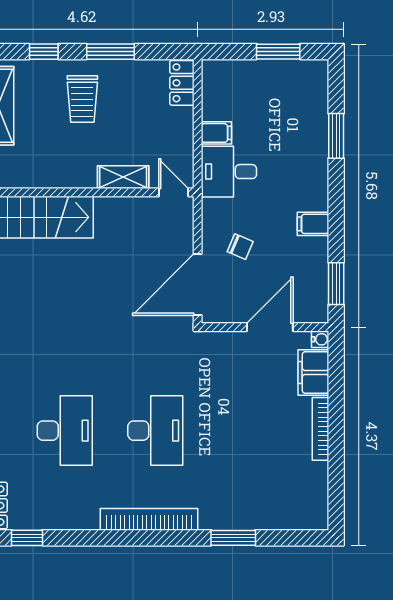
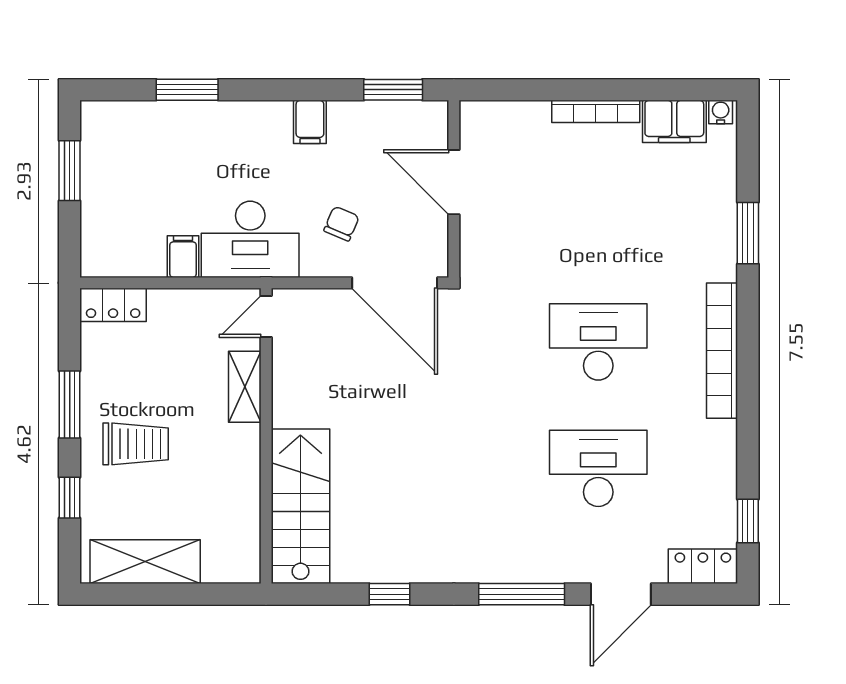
desk: (229, 172) -> (250, 239), width x1.37
water cooler: (320, 339) -> (721, 112), moved
filing cabinet: (313, 373) -> (674, 121), moved

